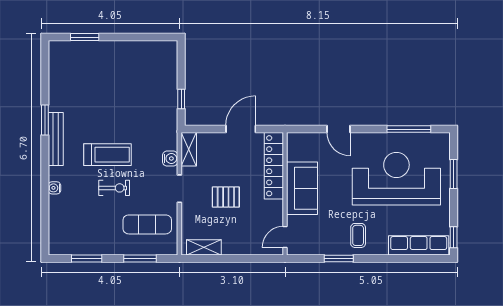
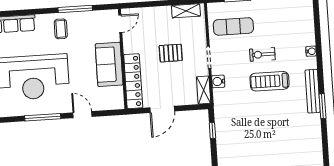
window: (409, 129) -> (43, 117), moved
window: (339, 258) -> (75, 9), width x1.44

